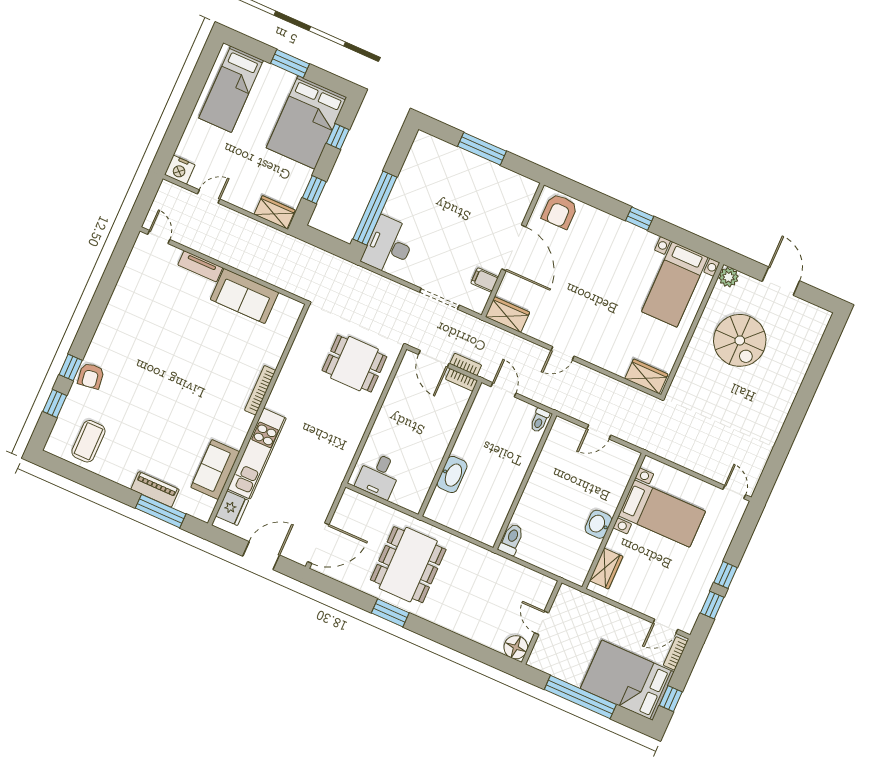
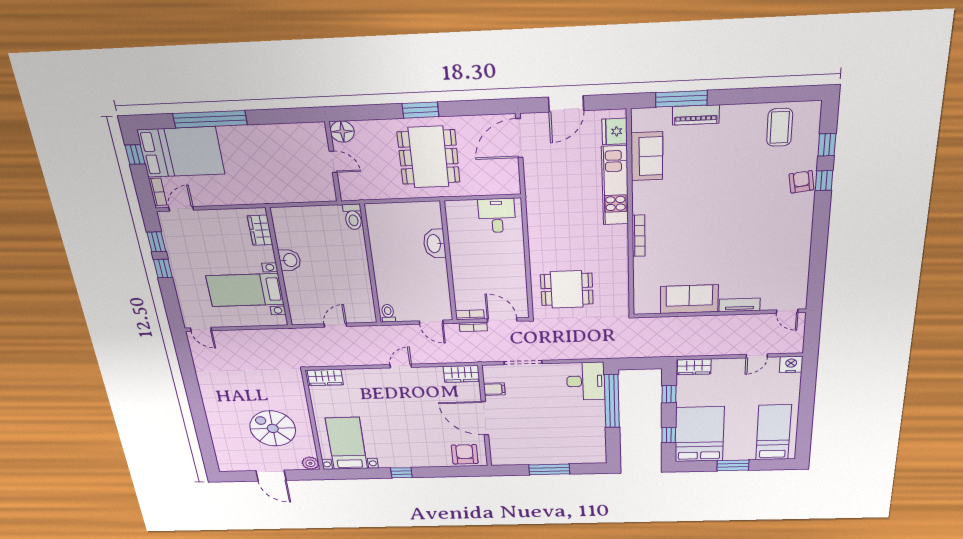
door: (542, 623) -> (333, 162), moved
wall: (542, 623) -> (333, 162), moved
floor lamp: (516, 647) -> (342, 132), moved

